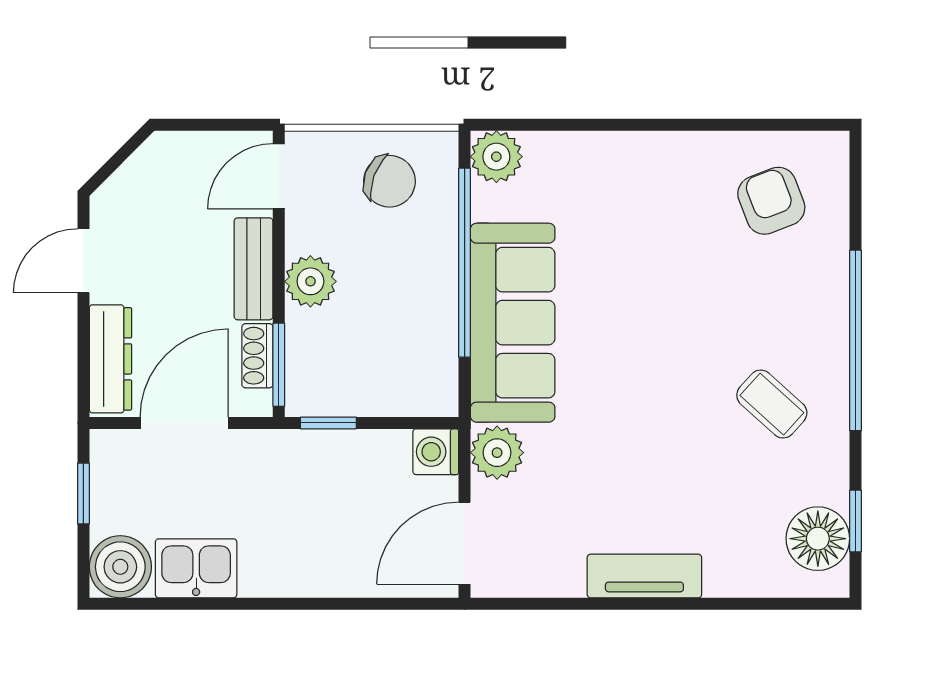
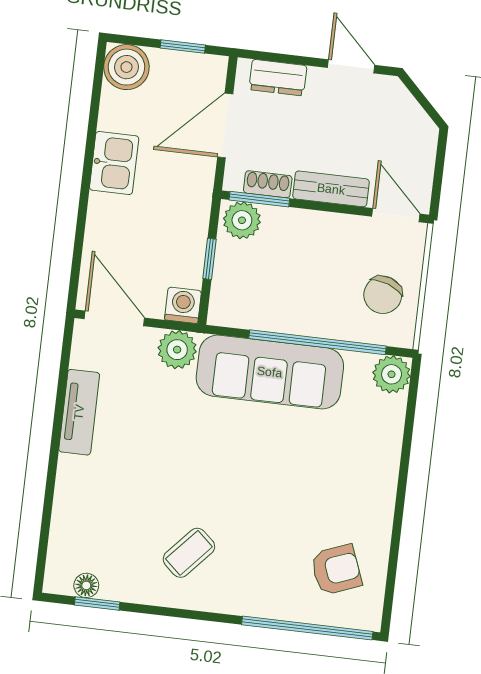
plant: (310, 281) -> (242, 220), moved
window: (855, 340) -> (307, 628), moved
dresser: (110, 359) -> (278, 78), width x0.70
door: (184, 423) -> (225, 126), swing flipped
window: (328, 423) -> (210, 259), moved
floor lamp: (818, 539) -> (86, 585), width x0.53, depth x0.53
kitchen sink: (196, 568) -> (114, 163), moved
tv unit: (644, 576) -> (79, 412), moved

